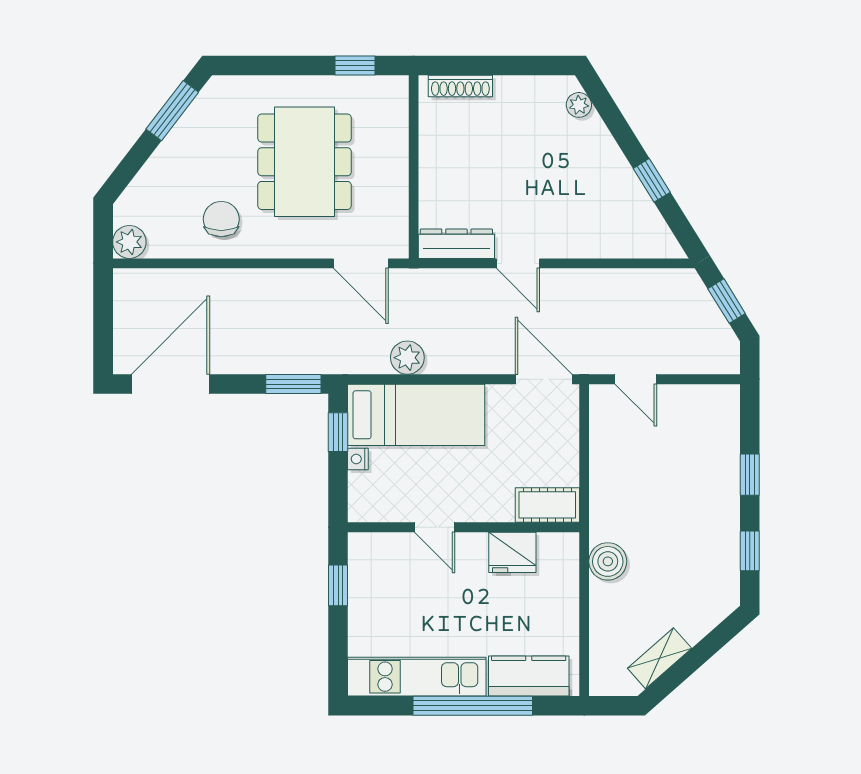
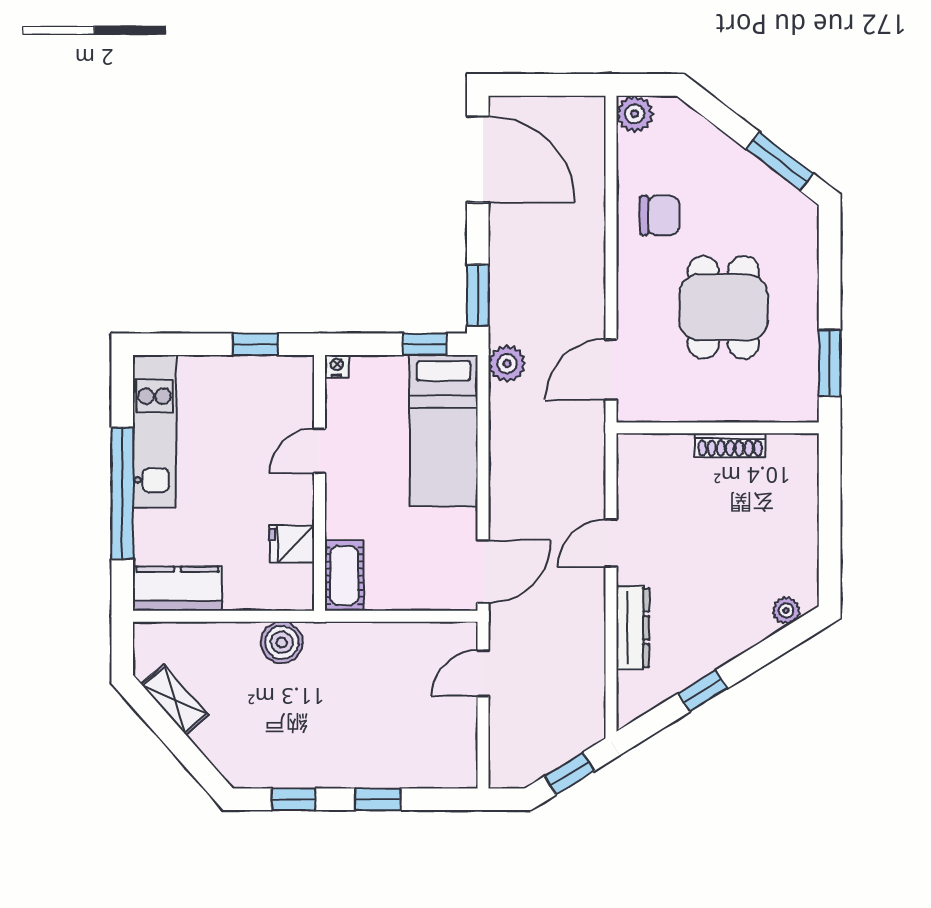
window: (355, 66) -> (830, 363), width x1.50
shoe rack: (460, 86) -> (730, 445), moved, turned -90
dining table: (304, 162) -> (723, 307), width x0.73
dresser: (456, 244) -> (633, 628), moved
plant: (407, 358) -> (507, 363), moved
nightstand: (358, 459) -> (337, 366), moved
fridge: (512, 552) -> (292, 544), width x0.72
kitchen counter: (529, 676) -> (177, 589), moved, turned -90

